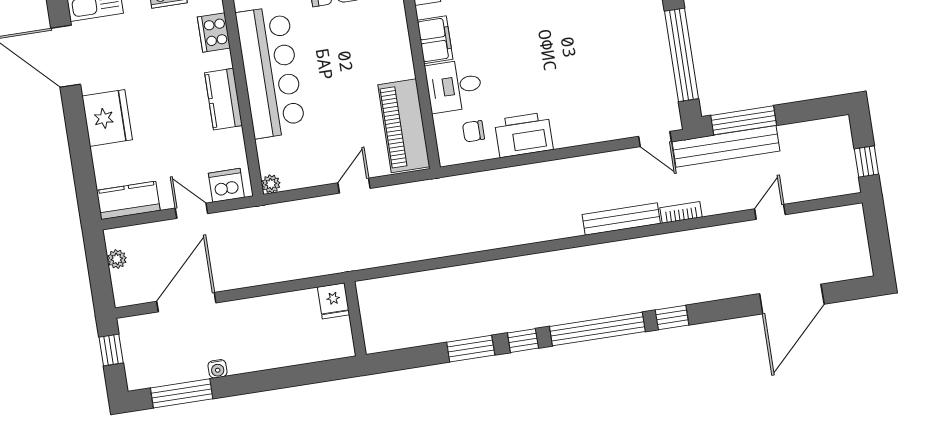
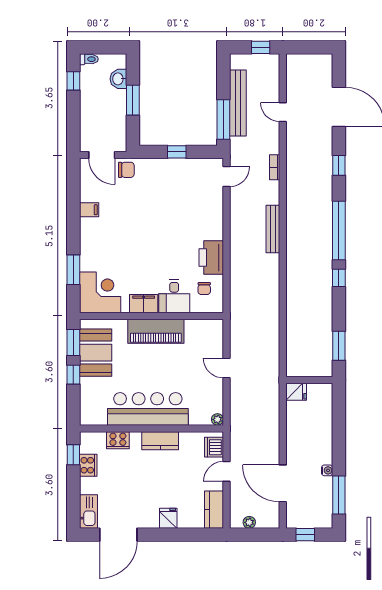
window: (682, 55) -> (177, 152), width x0.32
fridge: (107, 118) -> (168, 518), width x0.53, depth x0.75
piano: (404, 126) -> (156, 331), moved
bench: (726, 146) -> (238, 103), moved
bench: (621, 219) -> (273, 229), moved
window: (672, 317) -> (339, 165), moved
window: (471, 349) -> (339, 346), moved

